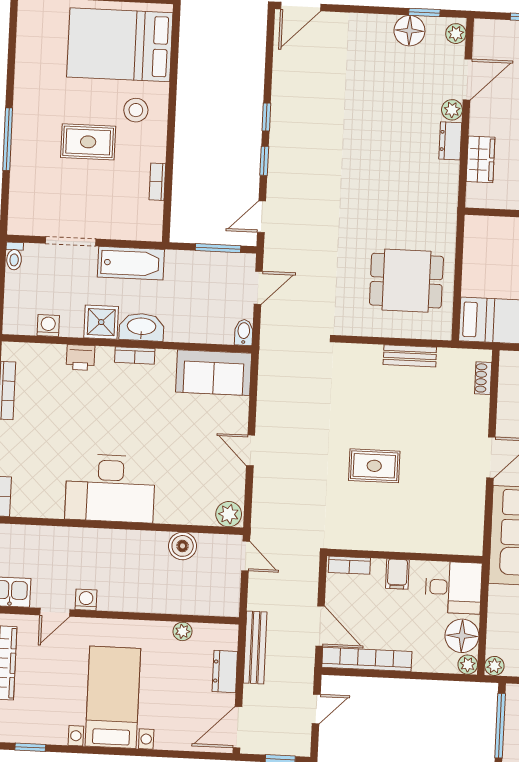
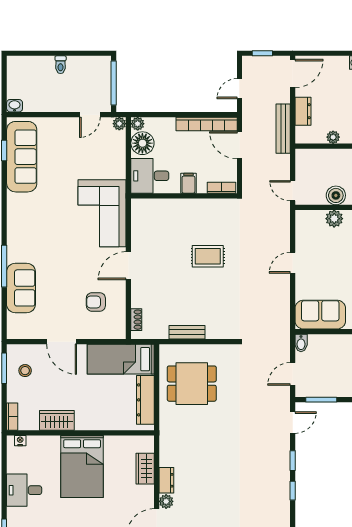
dresser: (475, 260) -> (145, 400), added
door: (251, 450) -> (293, 263), swing flipped
plant: (229, 514) -> (334, 219), moved

